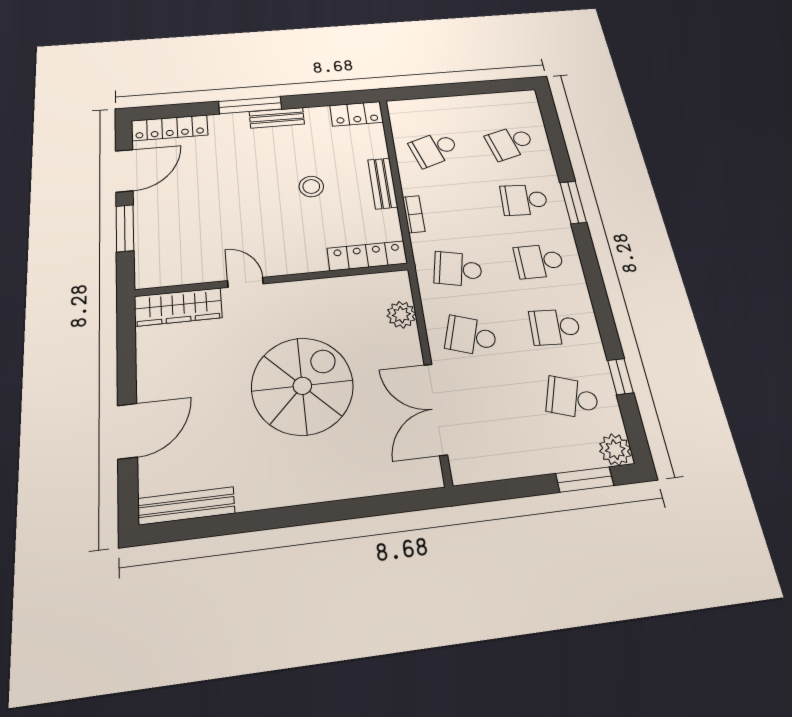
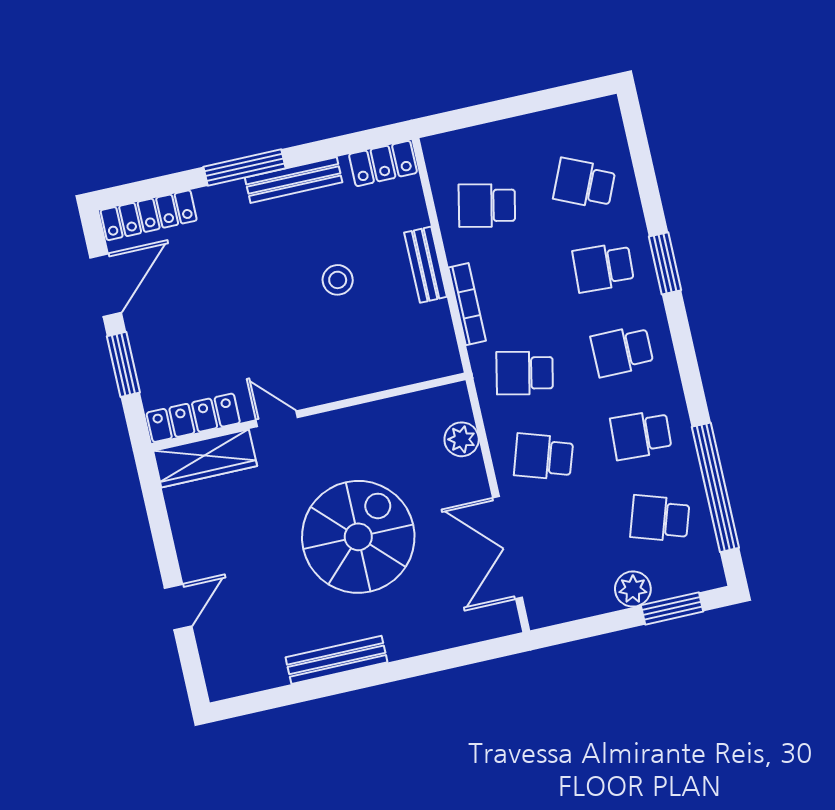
bench: (277, 118) -> (294, 180), width x1.36
school desk: (510, 143) -> (584, 184), turned 39
school desk: (434, 149) -> (487, 205), turned 30
bookcase: (414, 214) -> (467, 304), width x1.56
locker: (367, 256) -> (193, 418), moved
window: (620, 377) -> (715, 487), width x3.17
door: (127, 431) -> (178, 607), width x0.73
plant: (615, 450) -> (633, 589), moved
bench: (186, 506) -> (337, 660), moved

